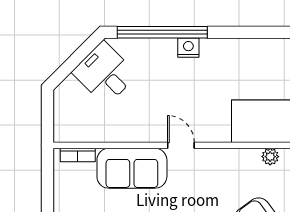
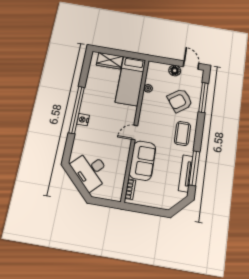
window: (162, 32) -> (77, 110), moved
desk: (105, 73) -> (91, 170), width x1.37

